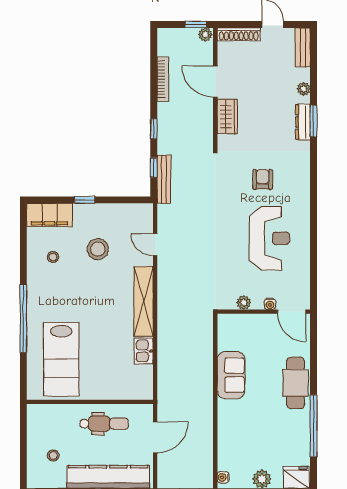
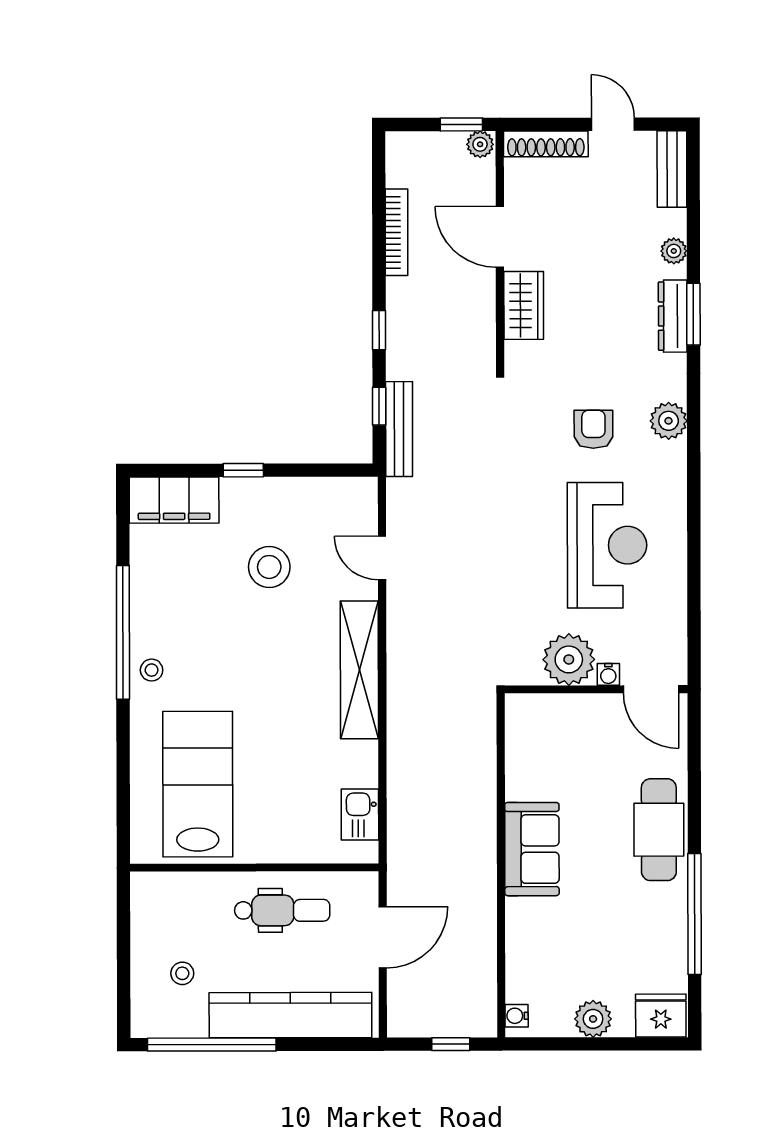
plant: (301, 175) -> (669, 421), added
stool: (53, 257) -> (152, 670), moved
plant: (244, 303) -> (569, 659), width x1.88, depth x1.88
window: (23, 318) -> (123, 632), moved
kitchen sink: (144, 351) -> (360, 815), moved
lab bench: (61, 359) -> (198, 784), turned 180
sofa: (231, 375) -> (532, 849), moved

